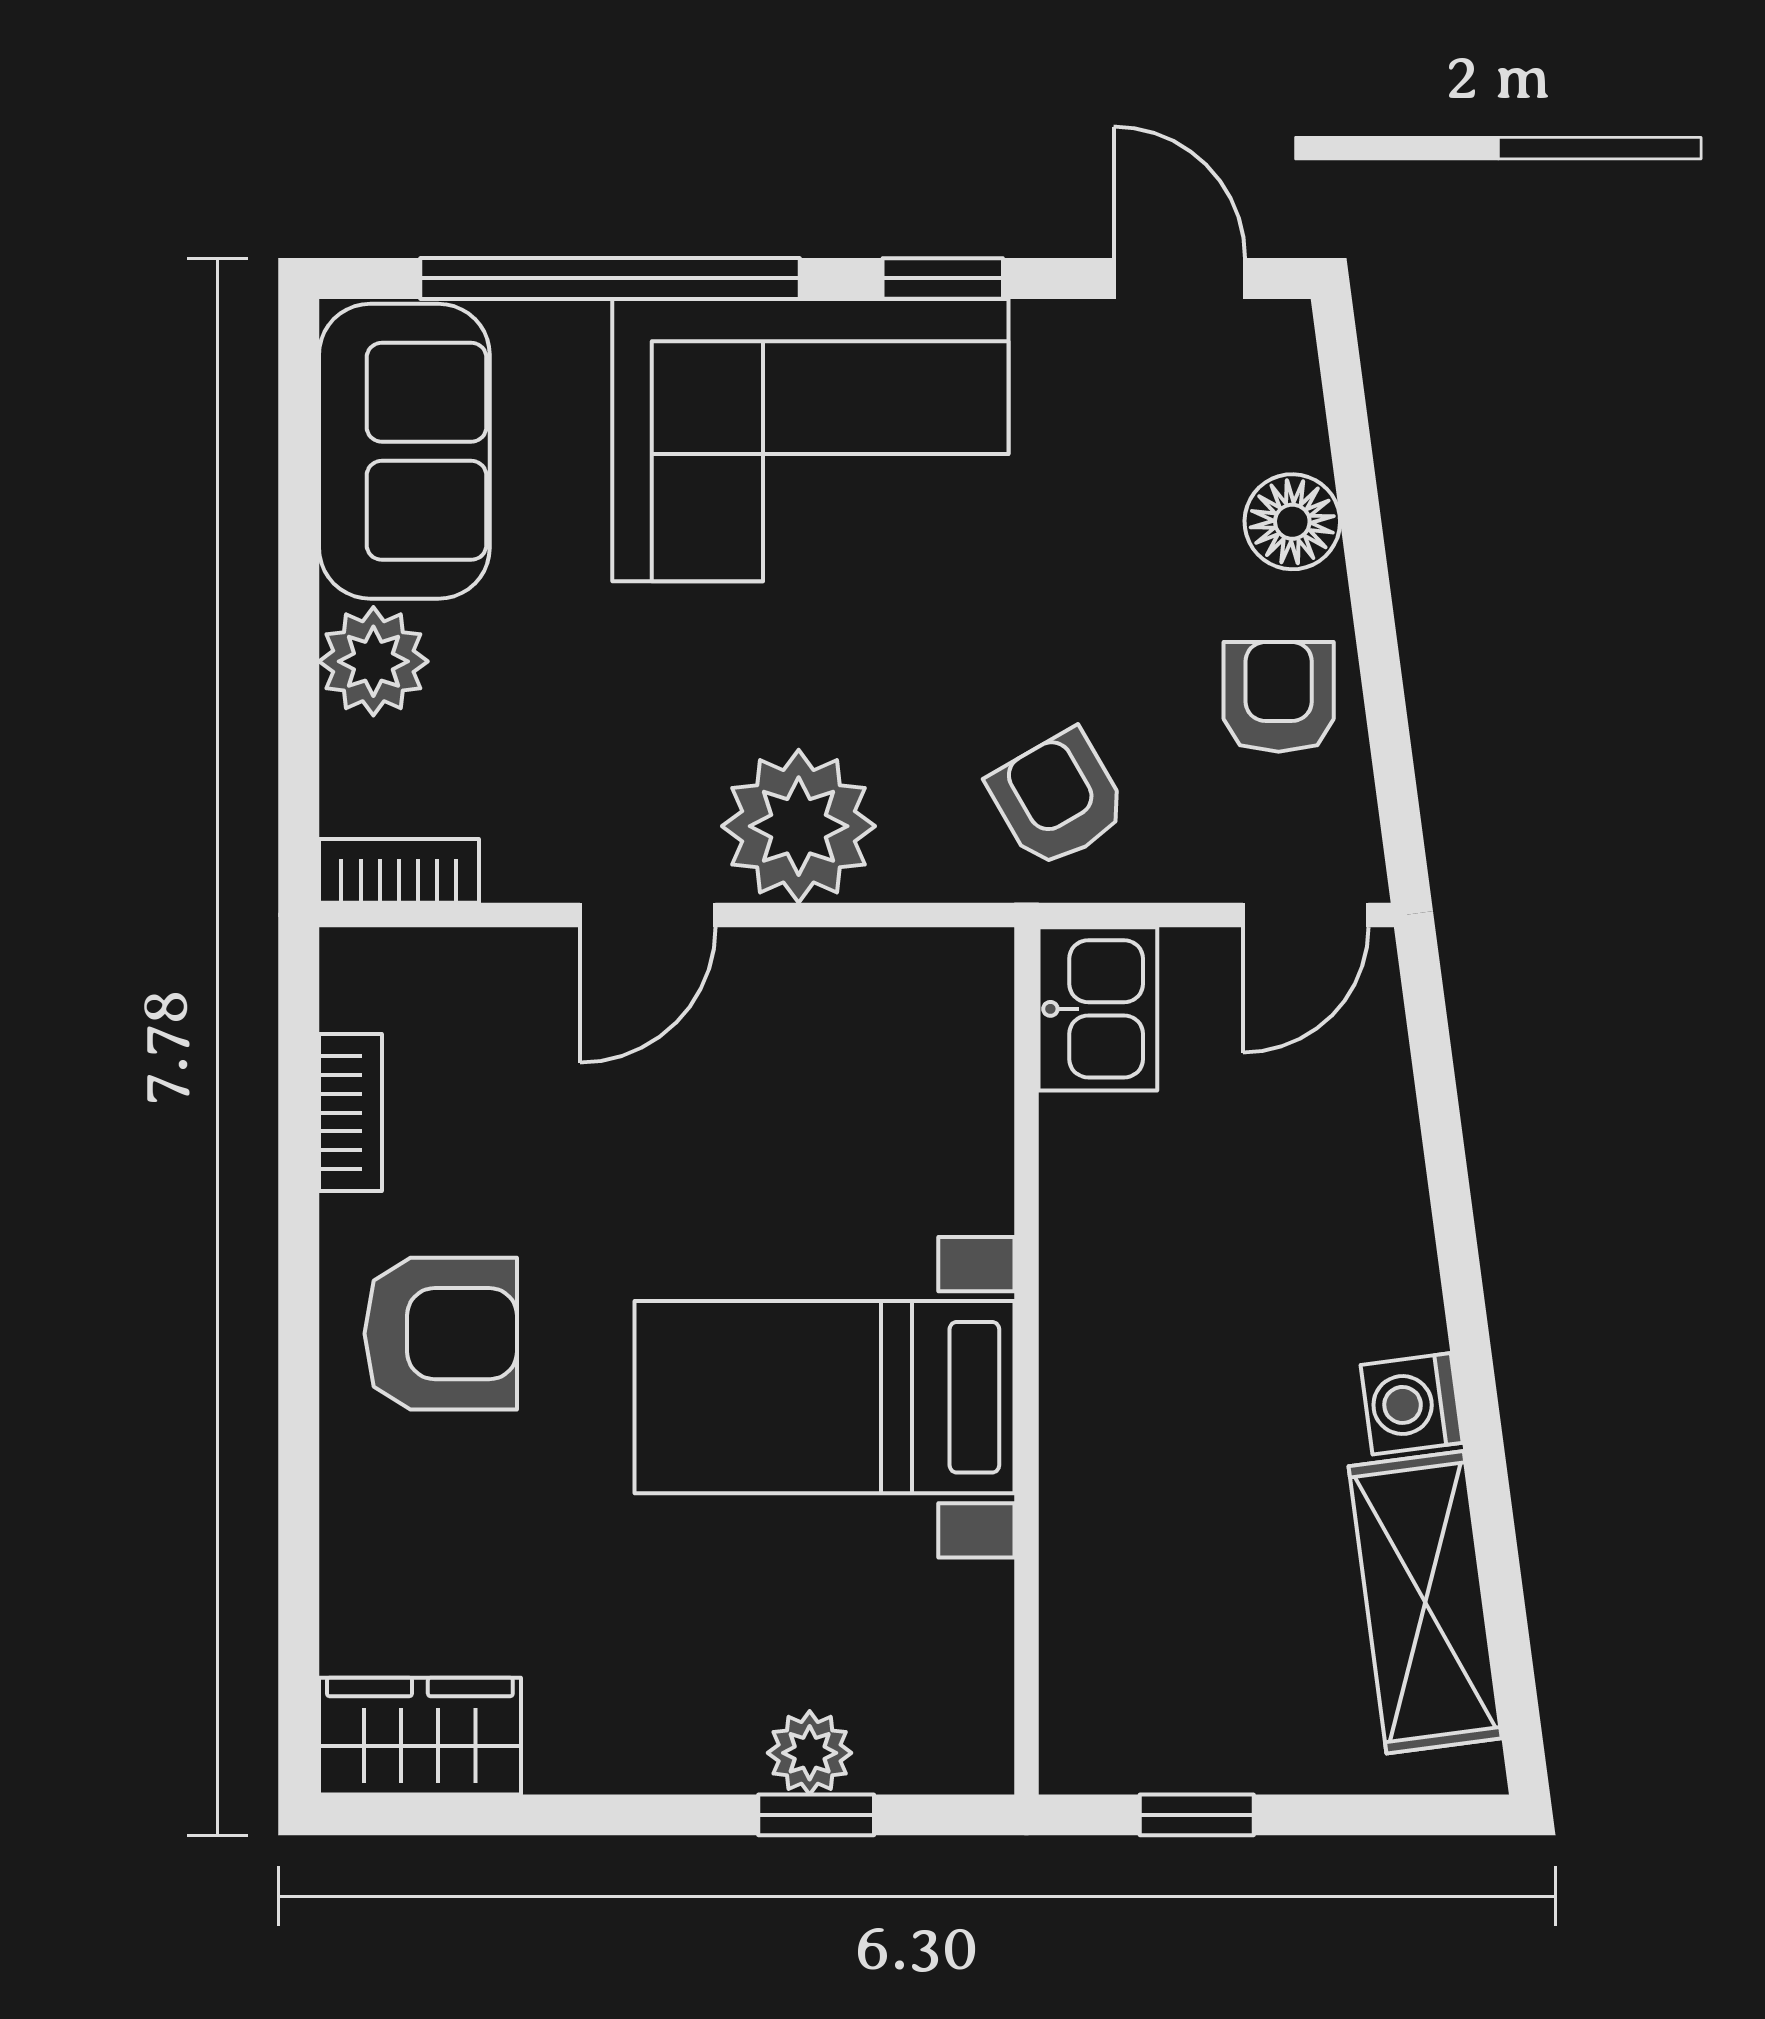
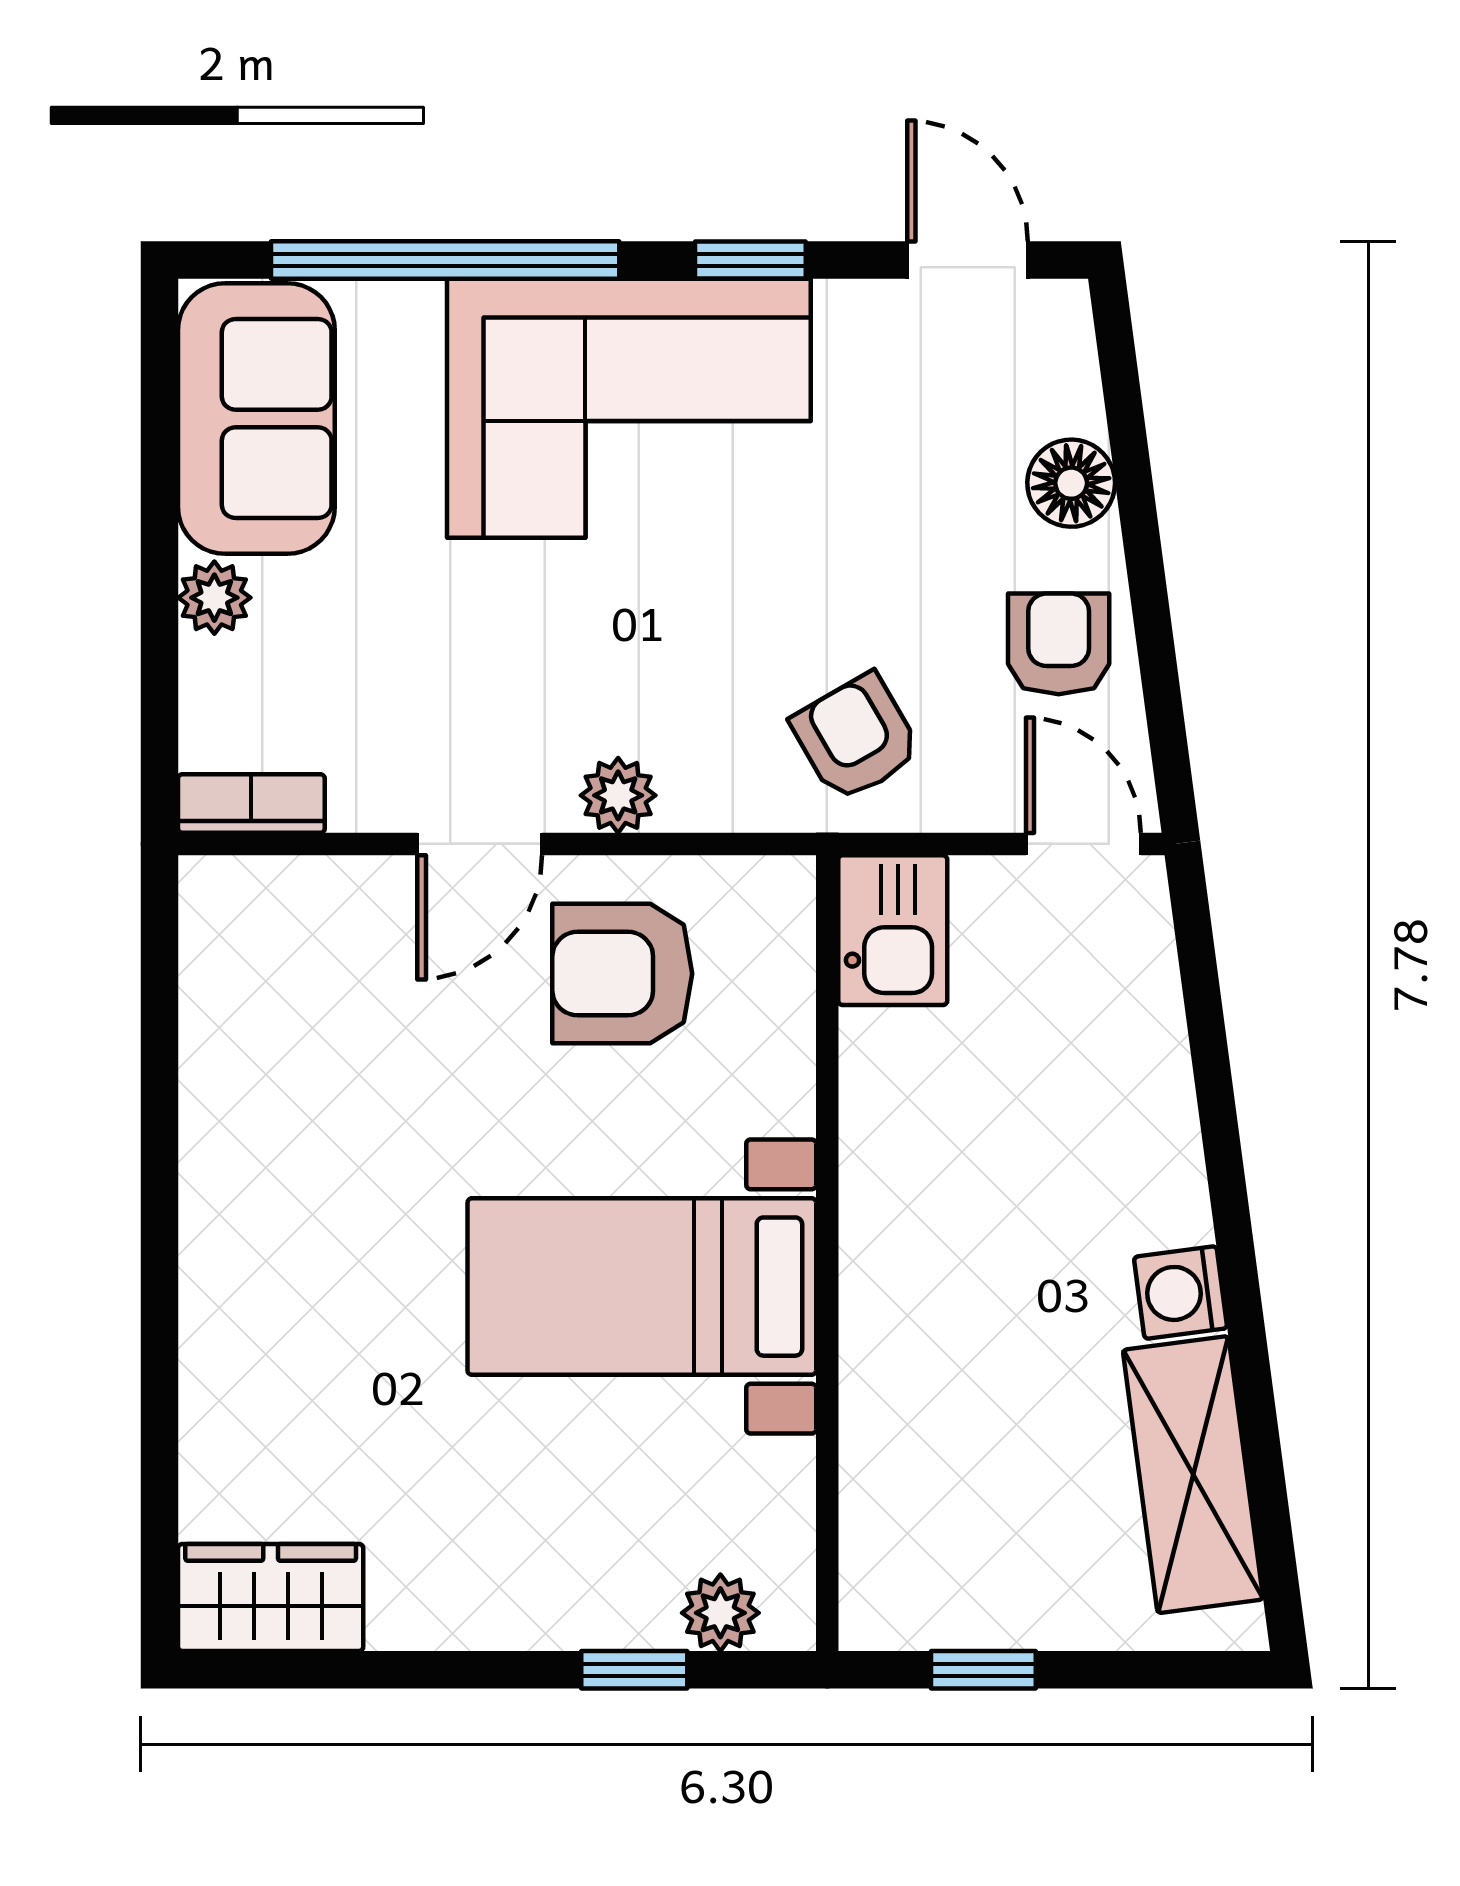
plant: (373, 661) -> (214, 598), width x0.73, depth x0.73
plant: (799, 826) -> (618, 795), width x0.53, depth x0.53
door: (1306, 915) -> (1083, 844), swing flipped
bookcase: (350, 1113) -> (207, 1025), removed
armchair: (441, 1334) -> (622, 974), moved, turned 180
plant: (810, 1753) -> (720, 1613), moved

